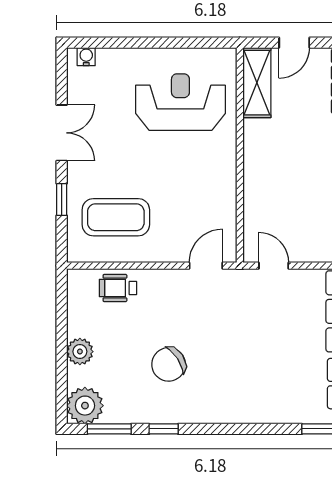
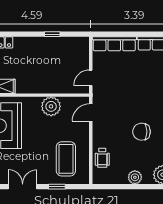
plant: (218, 188) -> (51, 106), added
door: (206, 266) -> (91, 113), hinge flipped
chair: (169, 364) -> (142, 132), turned 123

